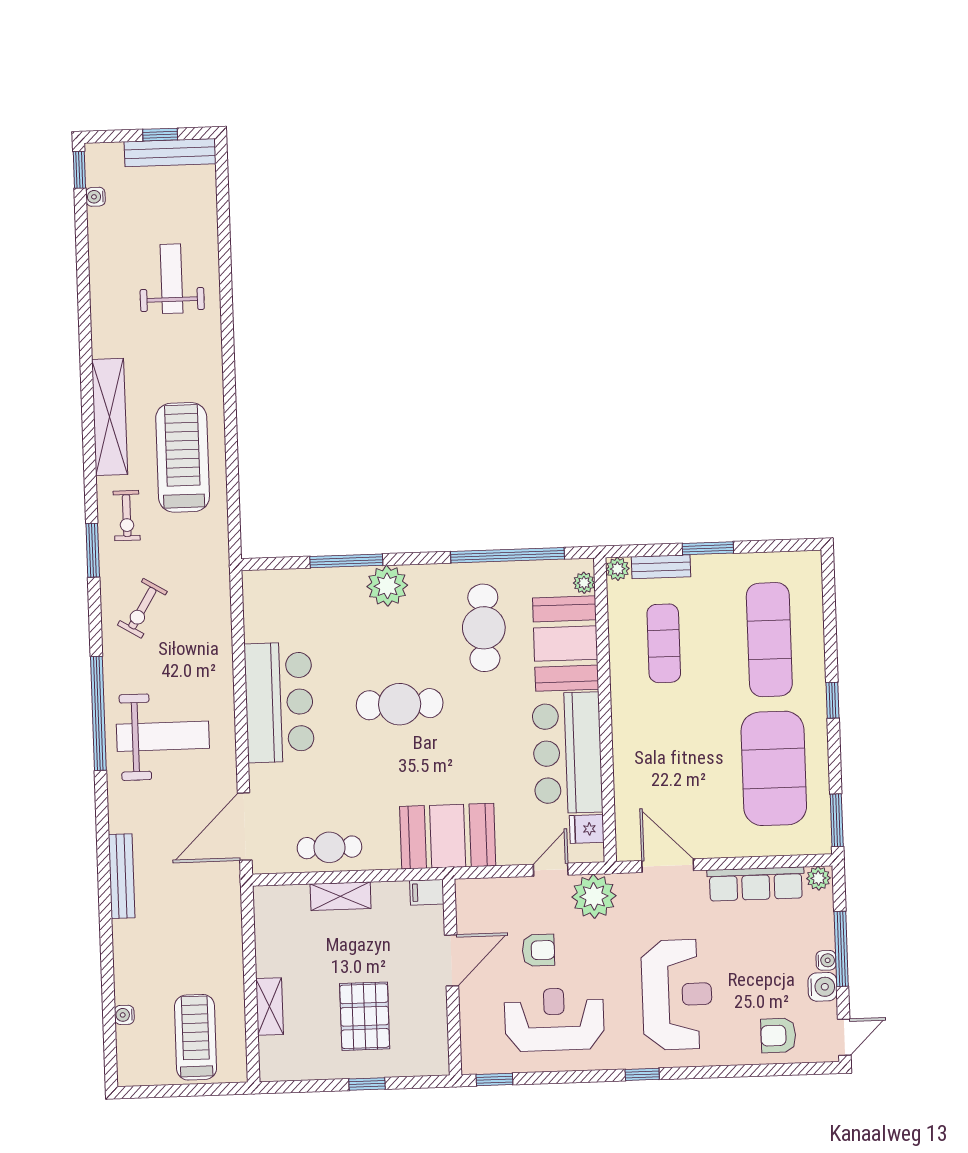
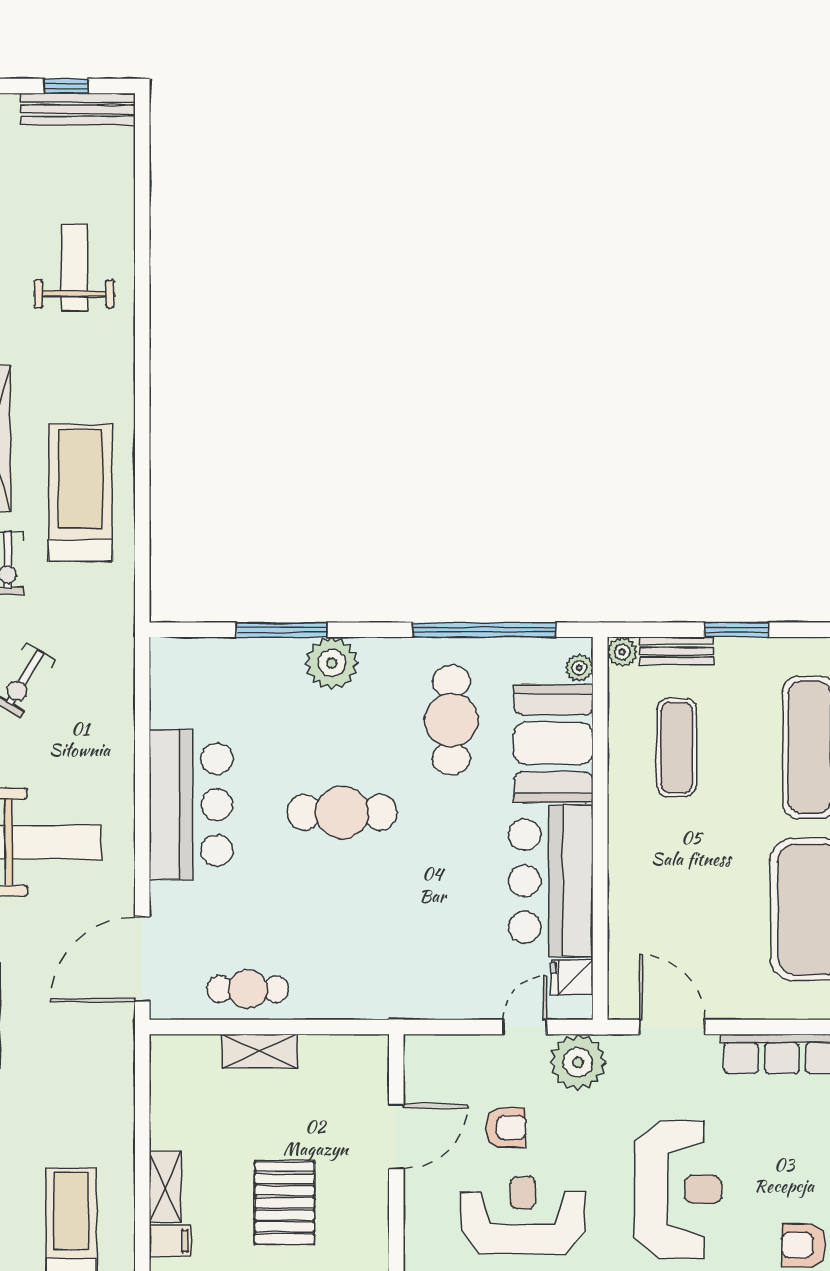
booth: (448, 836) -> (397, 980), removed
filing cabinet: (427, 892) -> (170, 1241), moved, turned 180

